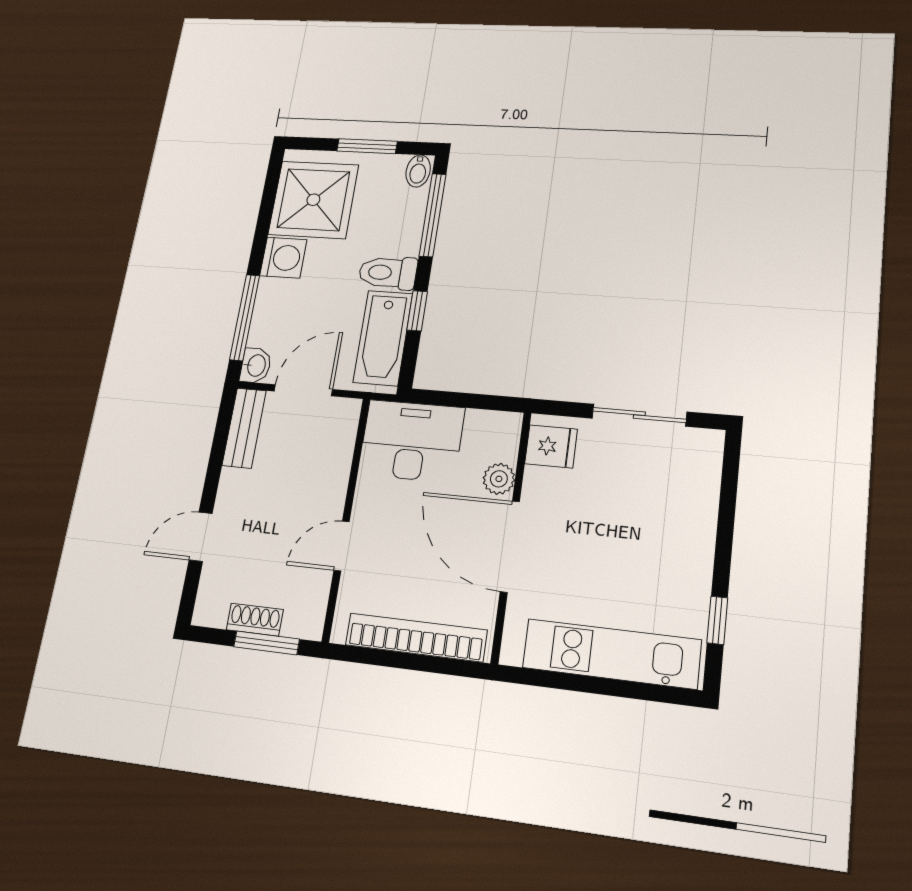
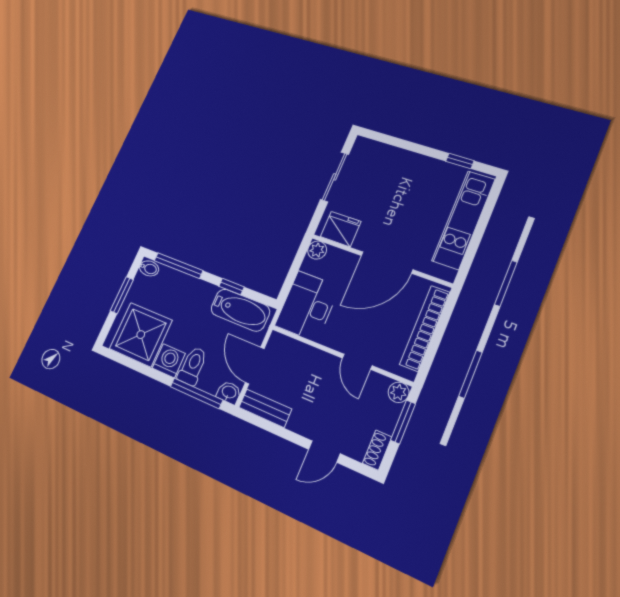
toilet: (388, 273) -> (193, 366), moved, turned 180
fridge: (551, 446) -> (341, 229), width x1.38
plant: (499, 479) -> (317, 250), moved
door: (201, 537) -> (324, 451), hinge flipped
shoe rack: (255, 620) -> (377, 450), moved
plant: (309, 624) -> (399, 392), added

